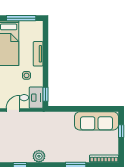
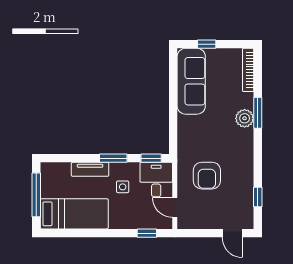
window: (46, 69) -> (113, 158), added
armchair: (34, 131) -> (207, 176), added
plant: (39, 156) -> (245, 118), moved

